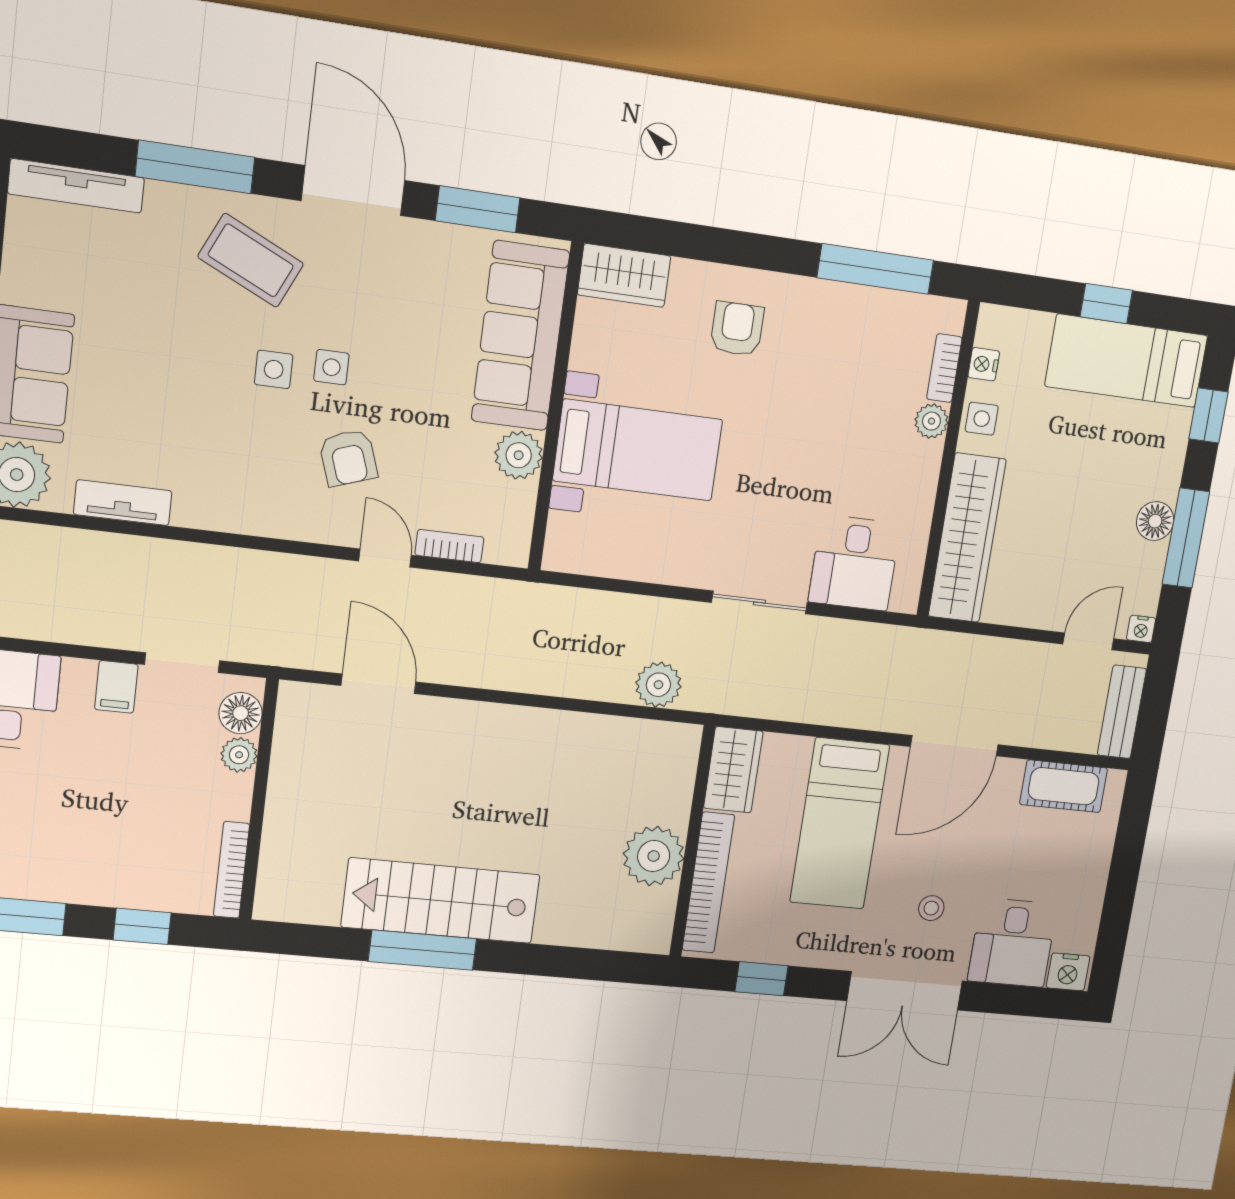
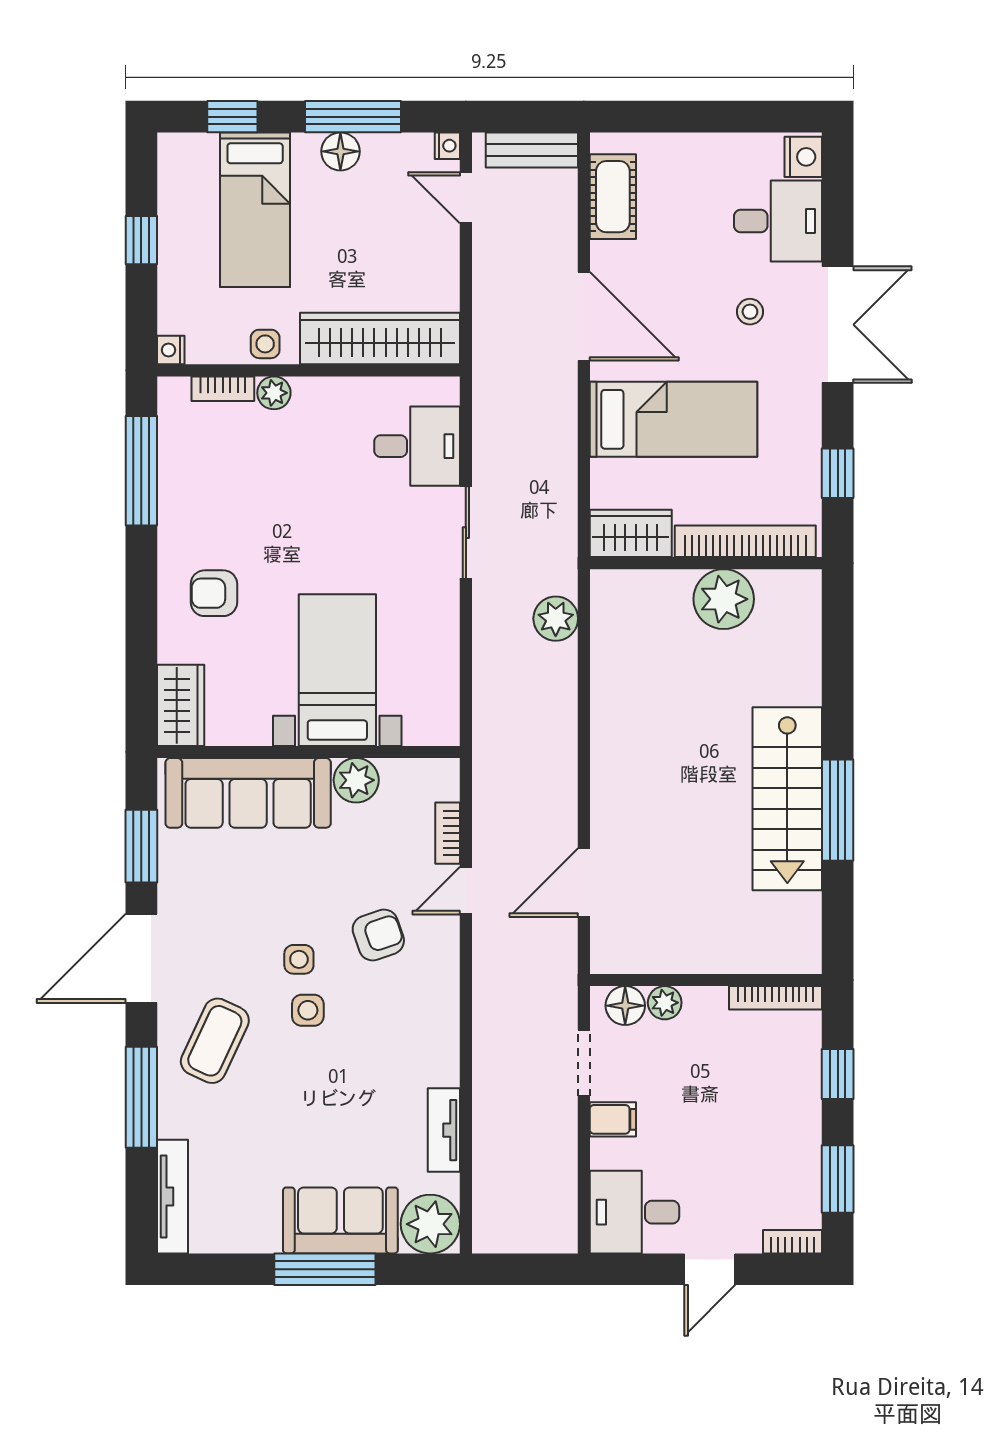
bed: (1126, 361) -> (255, 210), moved
nightstand: (984, 364) -> (171, 350), moved, turned 90

